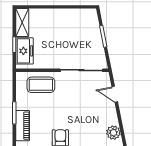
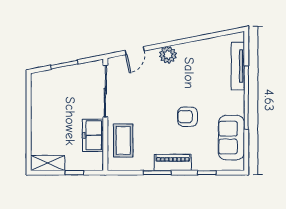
freezer: (25, 51) -> (93, 135), moved, turned -90
plant: (113, 133) -> (168, 55), moved

